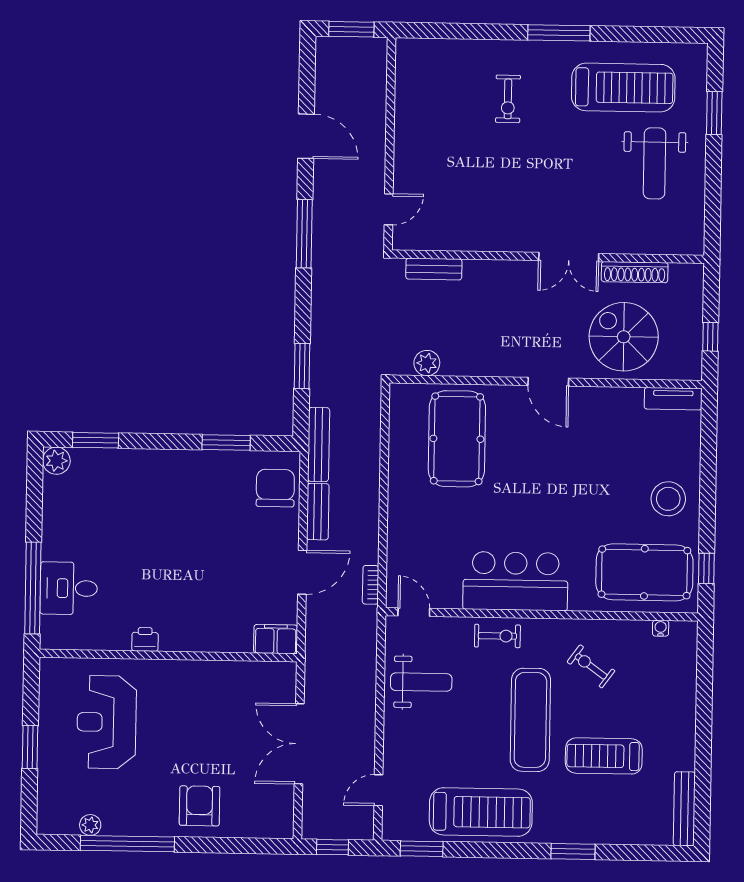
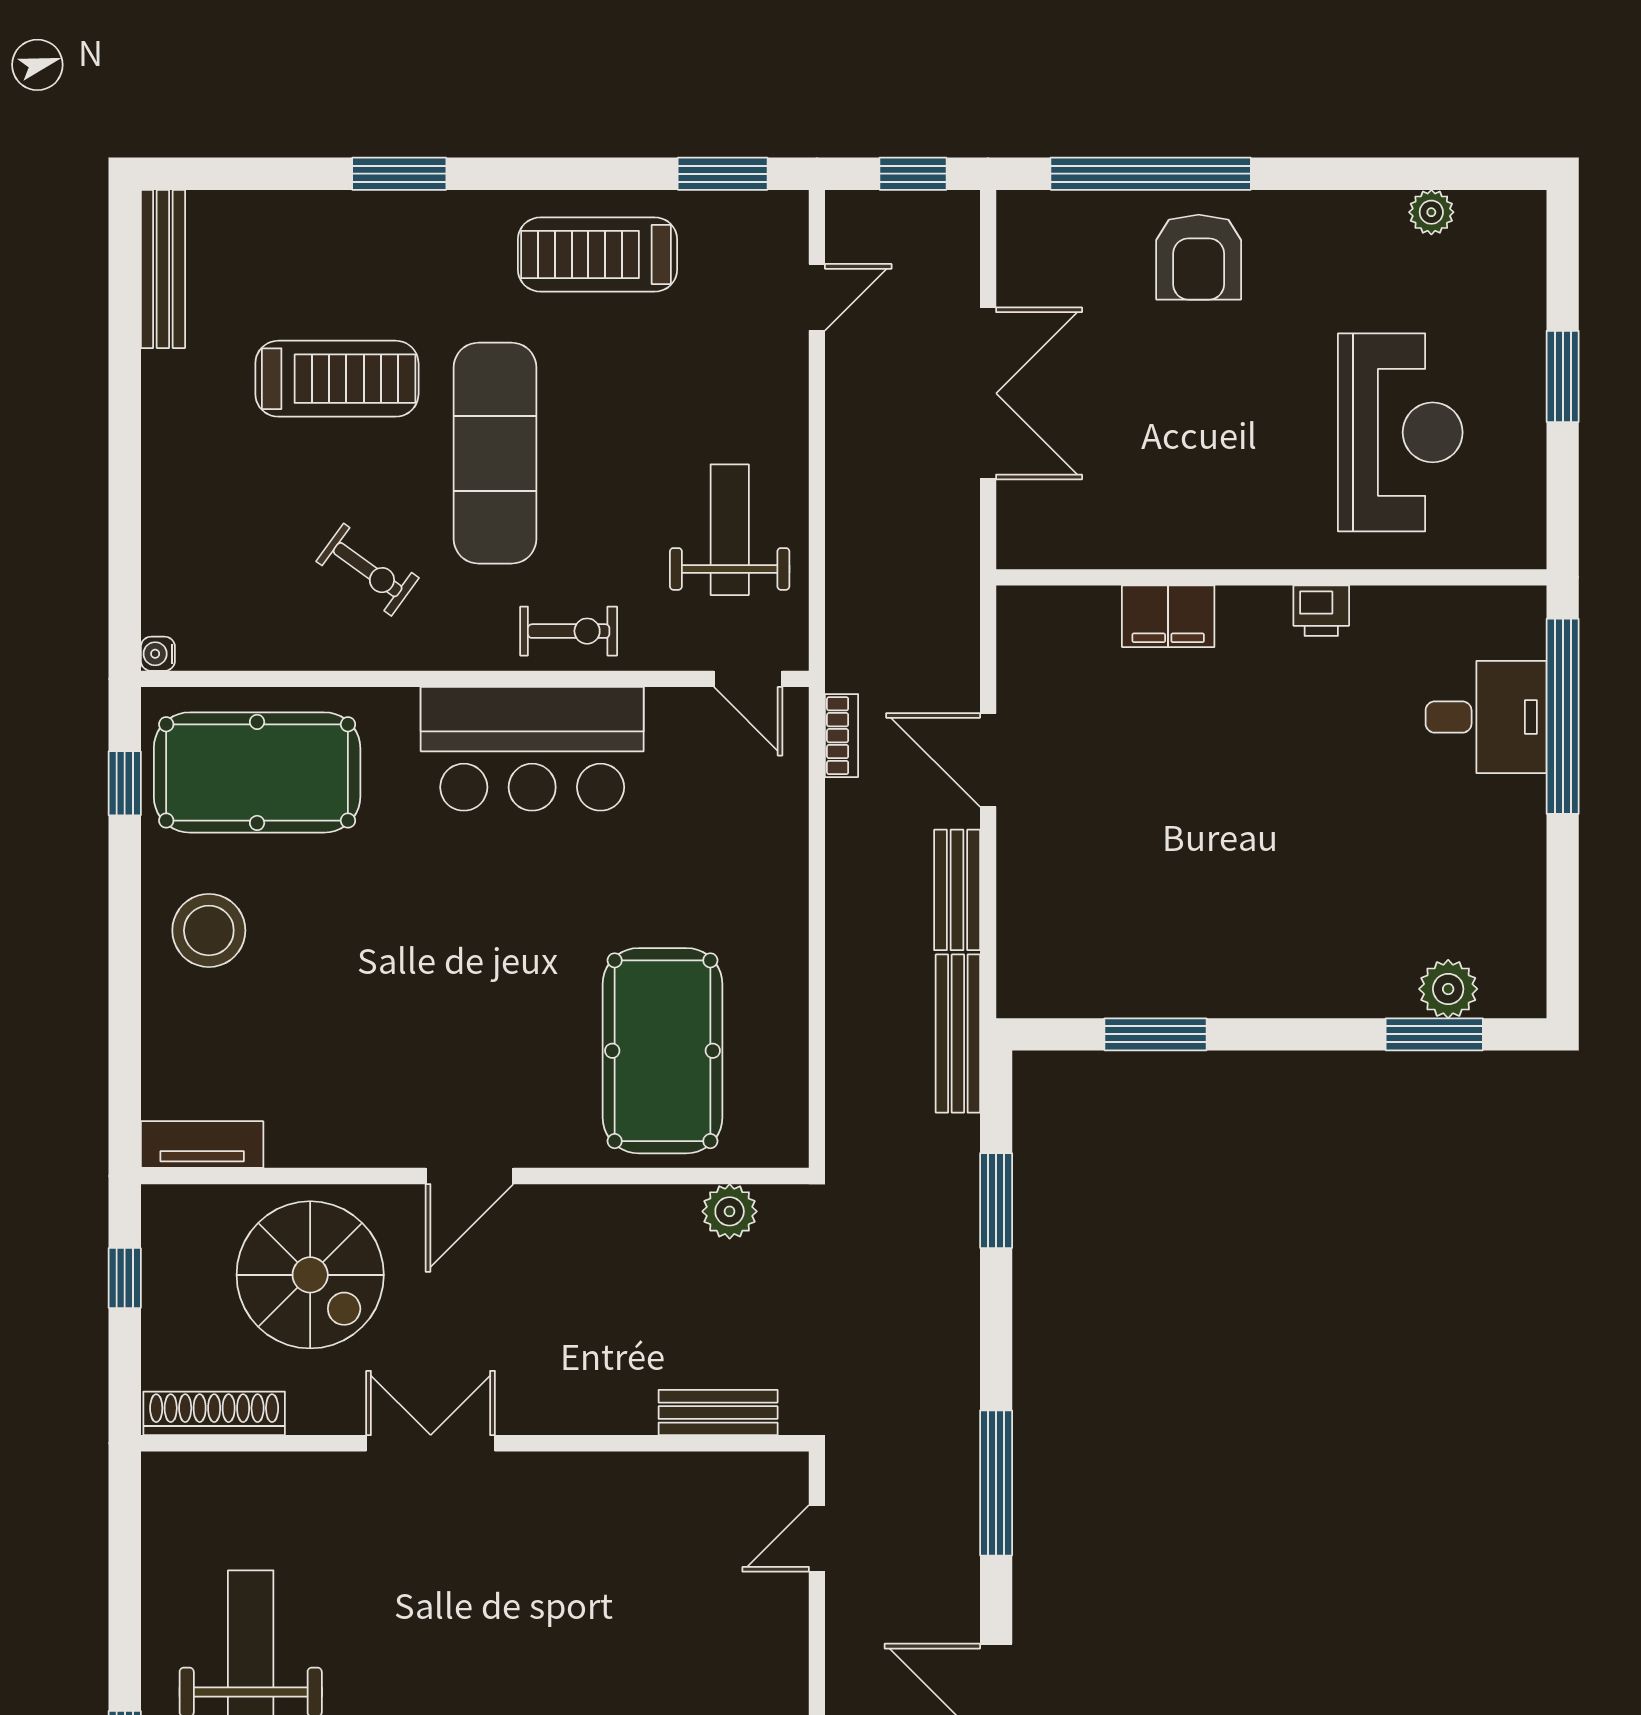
shoe rack: (635, 272) -> (214, 1413), moved
door: (548, 382) -> (470, 1176), swing flipped
plant: (56, 461) -> (1448, 989), moved
chair: (275, 488) -> (1049, 939), removed
door: (302, 572) -> (988, 760), hinge flipped
water cooler: (661, 628) -> (158, 654), moved, turned 90
exercise bike: (497, 636) -> (569, 631), turned 180
filing cabinet: (276, 639) -> (1168, 616), moved
weight bench: (421, 682) -> (730, 530), turned 90
treadmill: (481, 812) -> (598, 255), width x0.73, depth x0.73
window: (127, 844) -> (1151, 174), moved

